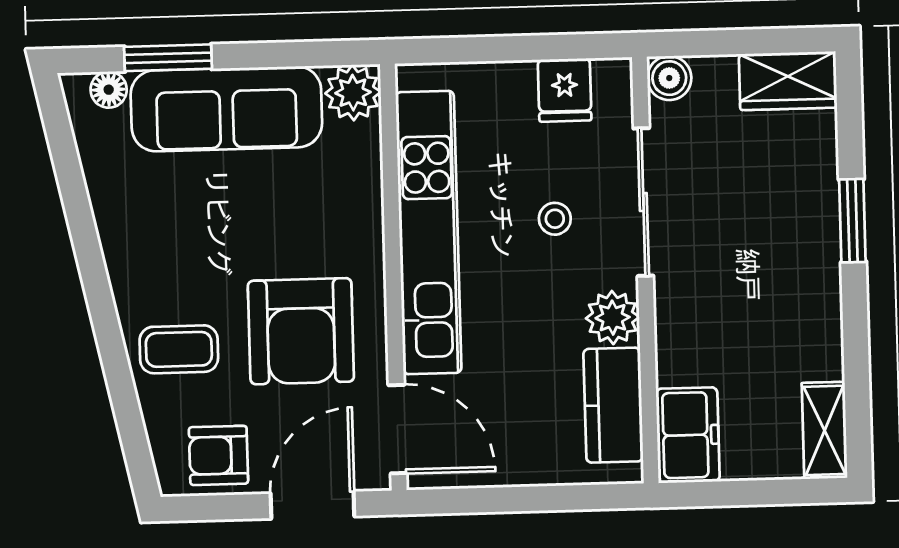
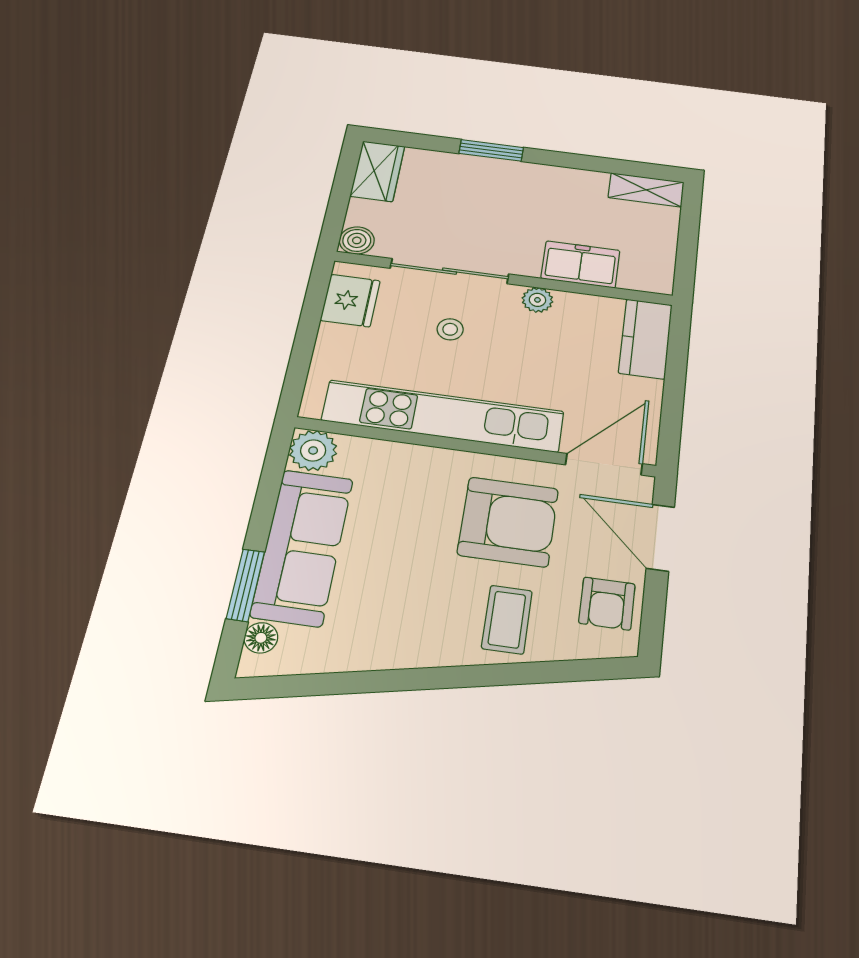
fridge: (565, 90) -> (350, 301), width x1.38
plant: (613, 318) -> (537, 300), width x0.73, depth x0.73
kitchen counter: (613, 405) -> (645, 339), moved, turned 90
freezer: (688, 435) -> (580, 264), moved

